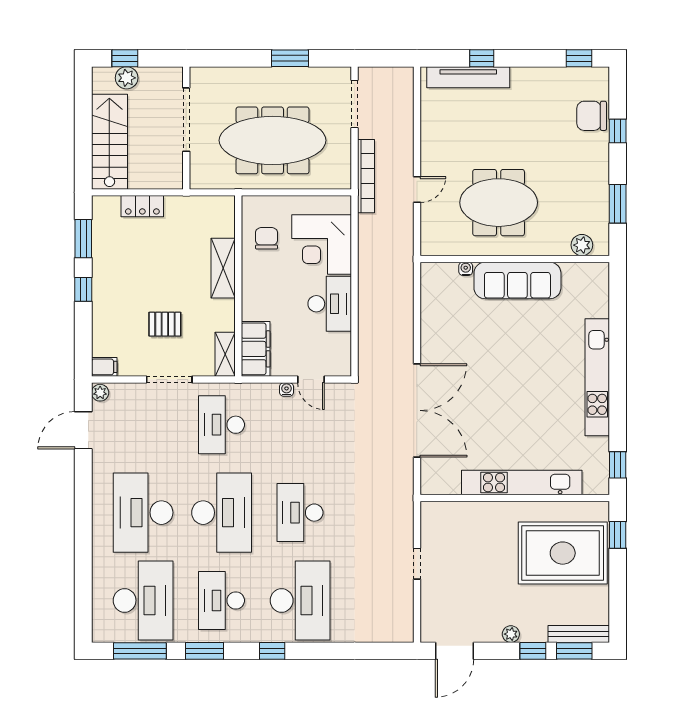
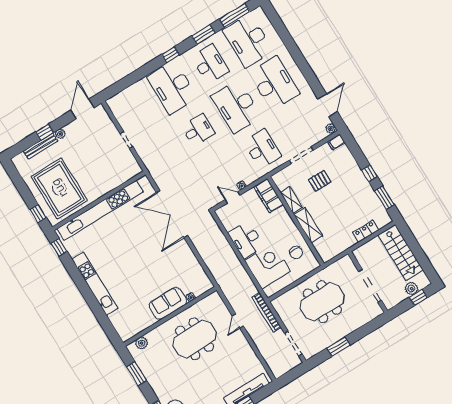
meeting table: (273, 140) -> (322, 302), width x0.73
sofa: (517, 280) -> (168, 303), width x0.73
shelving: (225, 354) -> (291, 200), moved
kitchen unit: (522, 483) -> (100, 210), width x1.36
desk: (300, 513) -> (198, 130), width x0.73
rug: (563, 553) -> (59, 188), turned 90
bench: (579, 634) -> (40, 146), moved
window: (574, 651) -> (25, 145), removed

